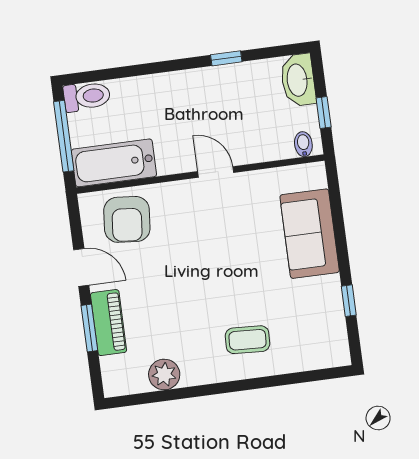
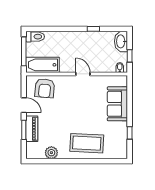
coffee table: (247, 340) -> (87, 143), width x1.86, depth x1.72

